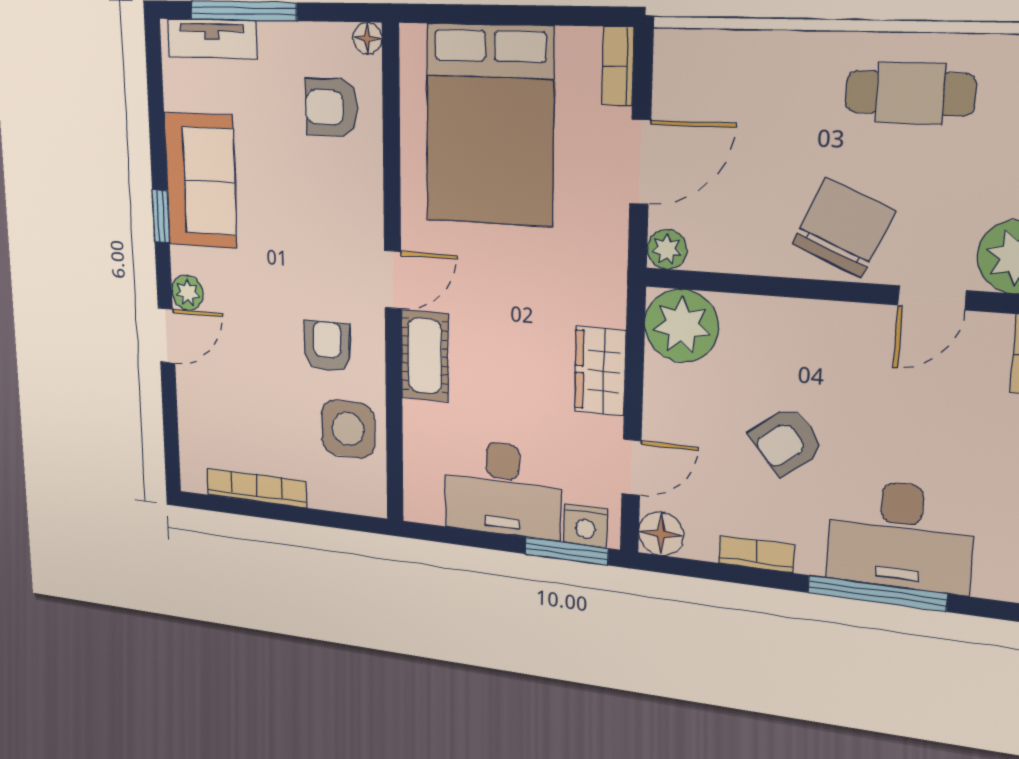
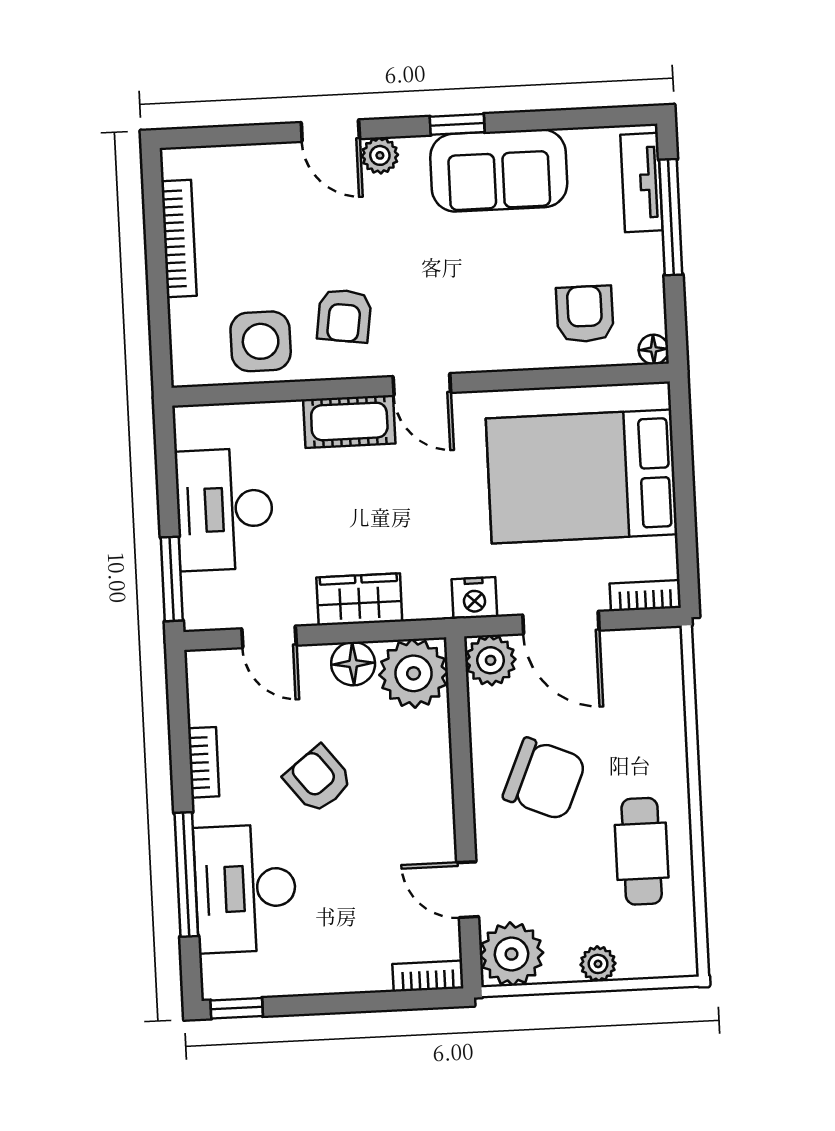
chair: (843, 227) -> (544, 779), moved
plant: (667, 249) -> (491, 660), width x1.38, depth x1.38
armchair: (327, 346) -> (344, 316), turned 98
nightstand: (585, 526) -> (474, 598), moved, turned -90
floor lamp: (661, 534) -> (353, 664), moved

